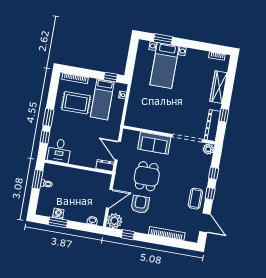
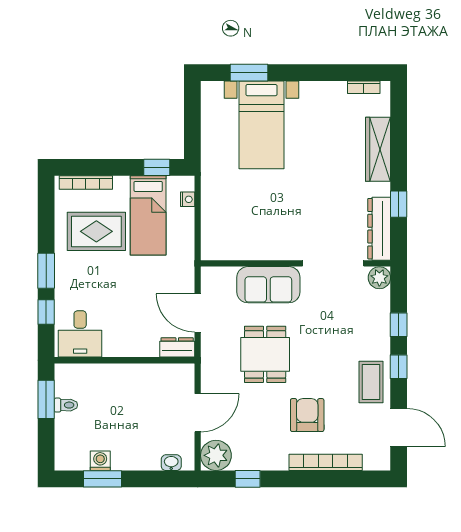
armchair: (140, 204) -> (307, 415), moved

